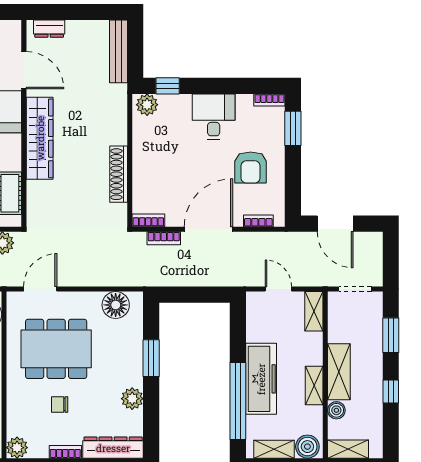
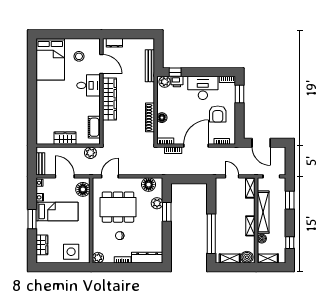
bench: (118, 51) -> (150, 66), moved
printer: (171, 104) -> (177, 82), added
desk: (214, 117) -> (203, 88), width x1.37
floor lamp: (142, 175) -> (162, 118), added
shelving: (339, 372) -> (263, 212), width x1.47
freezer: (261, 379) -> (223, 222), removed
window: (391, 392) -> (290, 243), moved
plant: (132, 399) -> (157, 203), moved

